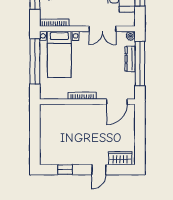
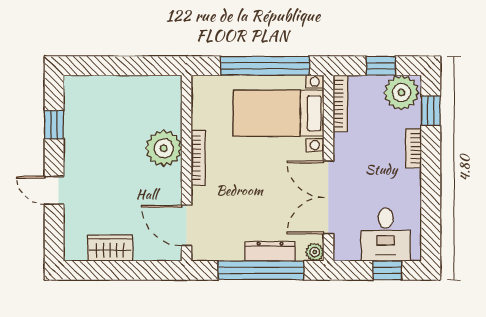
double door: (102, 29) -> (328, 197), width x1.37
plant: (77, 113) -> (164, 148), added
wardrobe: (120, 158) -> (110, 248), moved, turned -90

